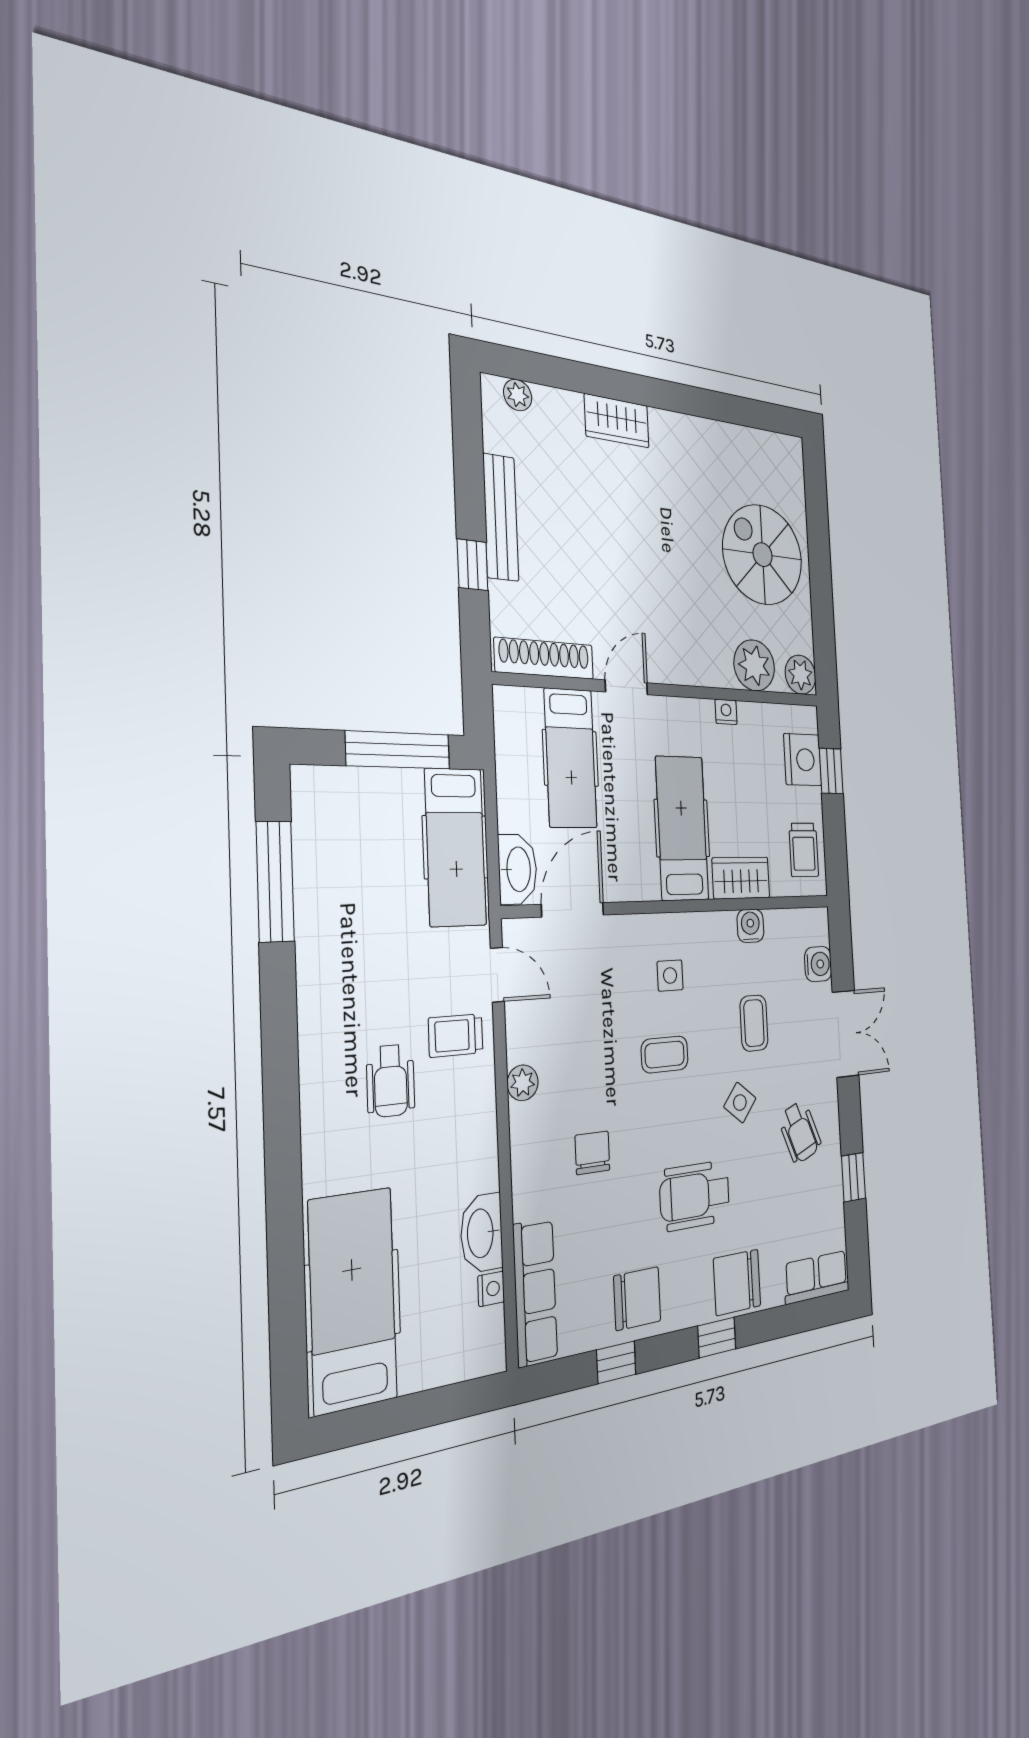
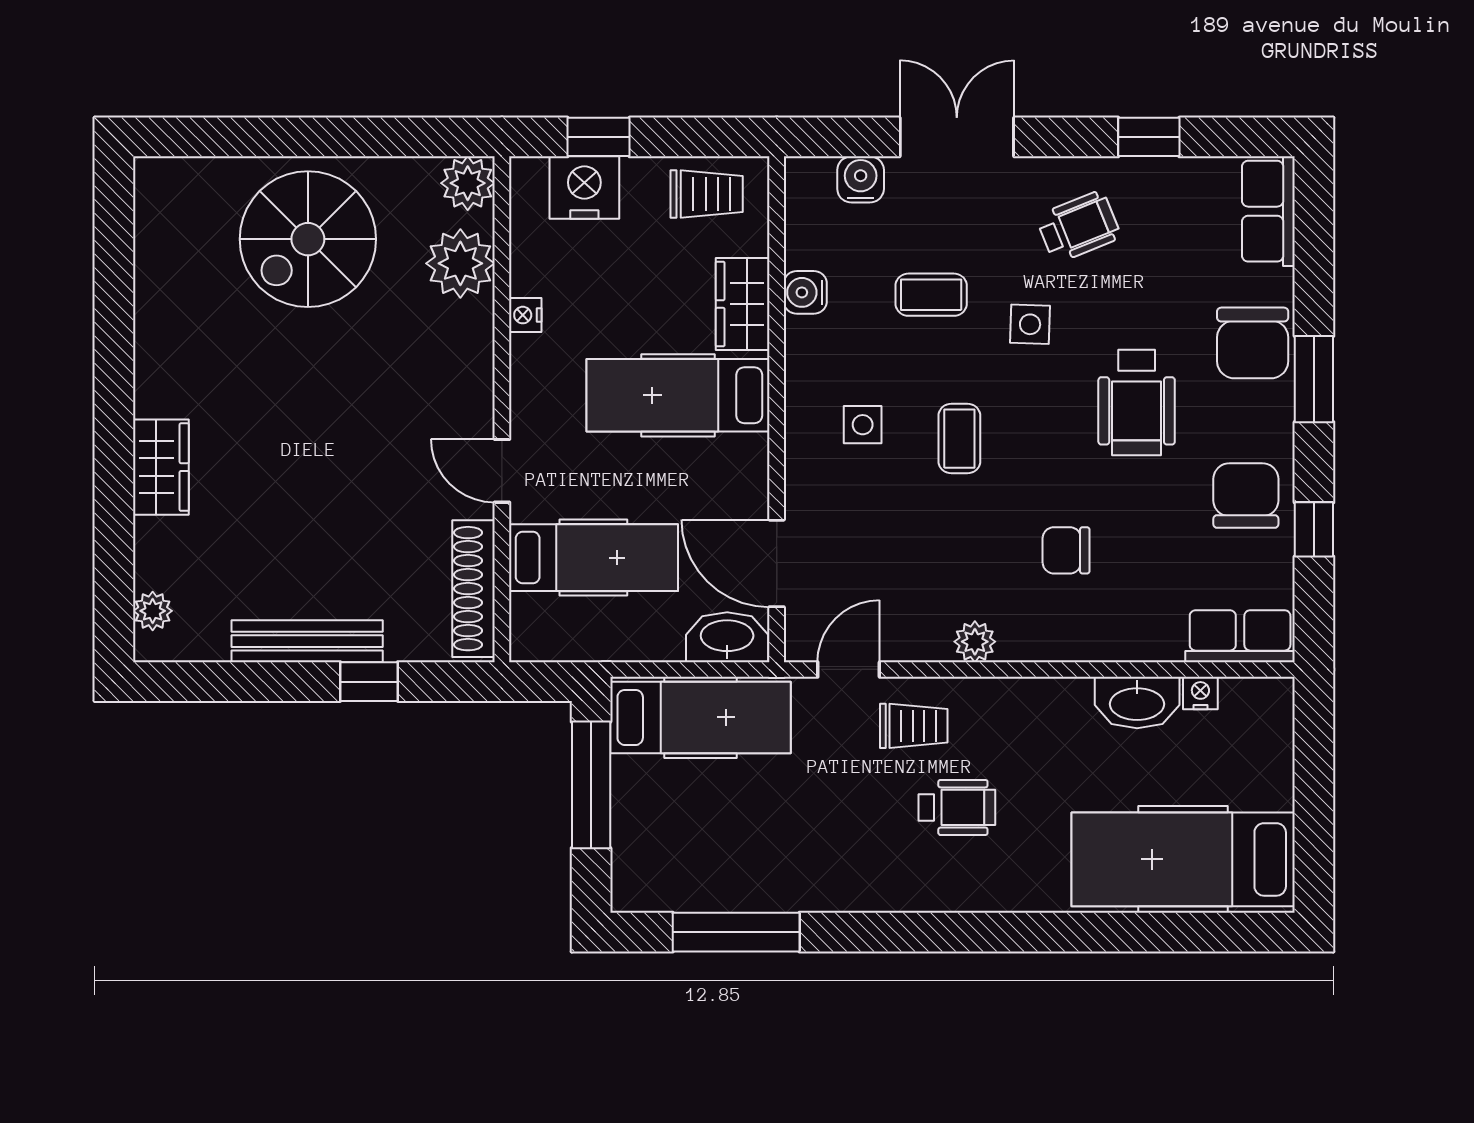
trolley: (456, 1035) -> (914, 726), turned -90
side table: (740, 1103) -> (1030, 324), turned -37
row of seats: (535, 1292) -> (1240, 636), width x0.68
window: (717, 1337) -> (1314, 379), width x1.50

